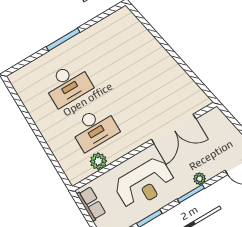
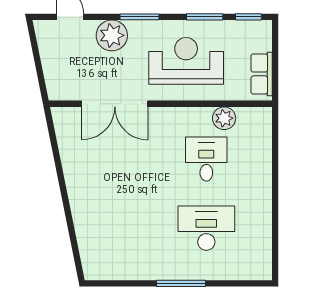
desk: (94, 129) -> (206, 159), width x0.73
double door: (174, 129) -> (115, 104), swing flipped
plant: (200, 179) -> (112, 35), width x1.87, depth x1.87

